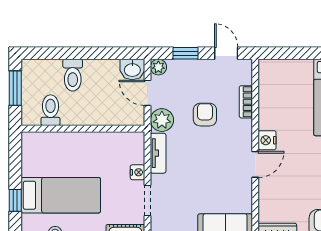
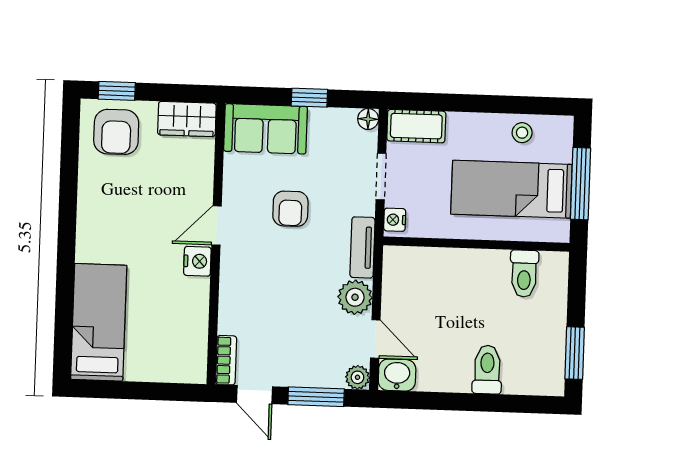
window: (185, 53) -> (316, 397), width x1.50
bookcase: (246, 102) -> (226, 360), moved
toilet: (51, 110) -> (524, 274), moved
armchair: (205, 115) -> (290, 209), moved
wall: (83, 129) -> (476, 244), moved
window: (15, 200) -> (580, 184), width x2.17

